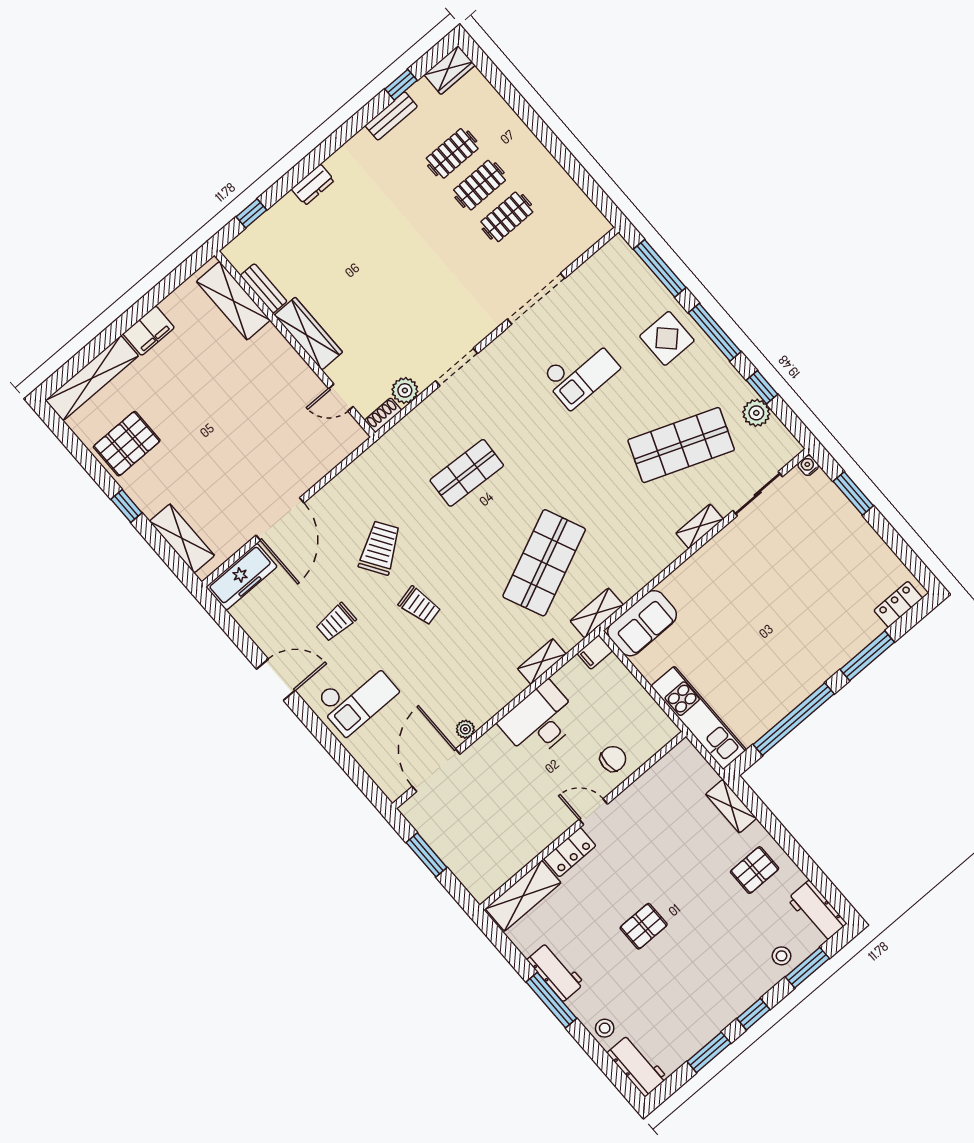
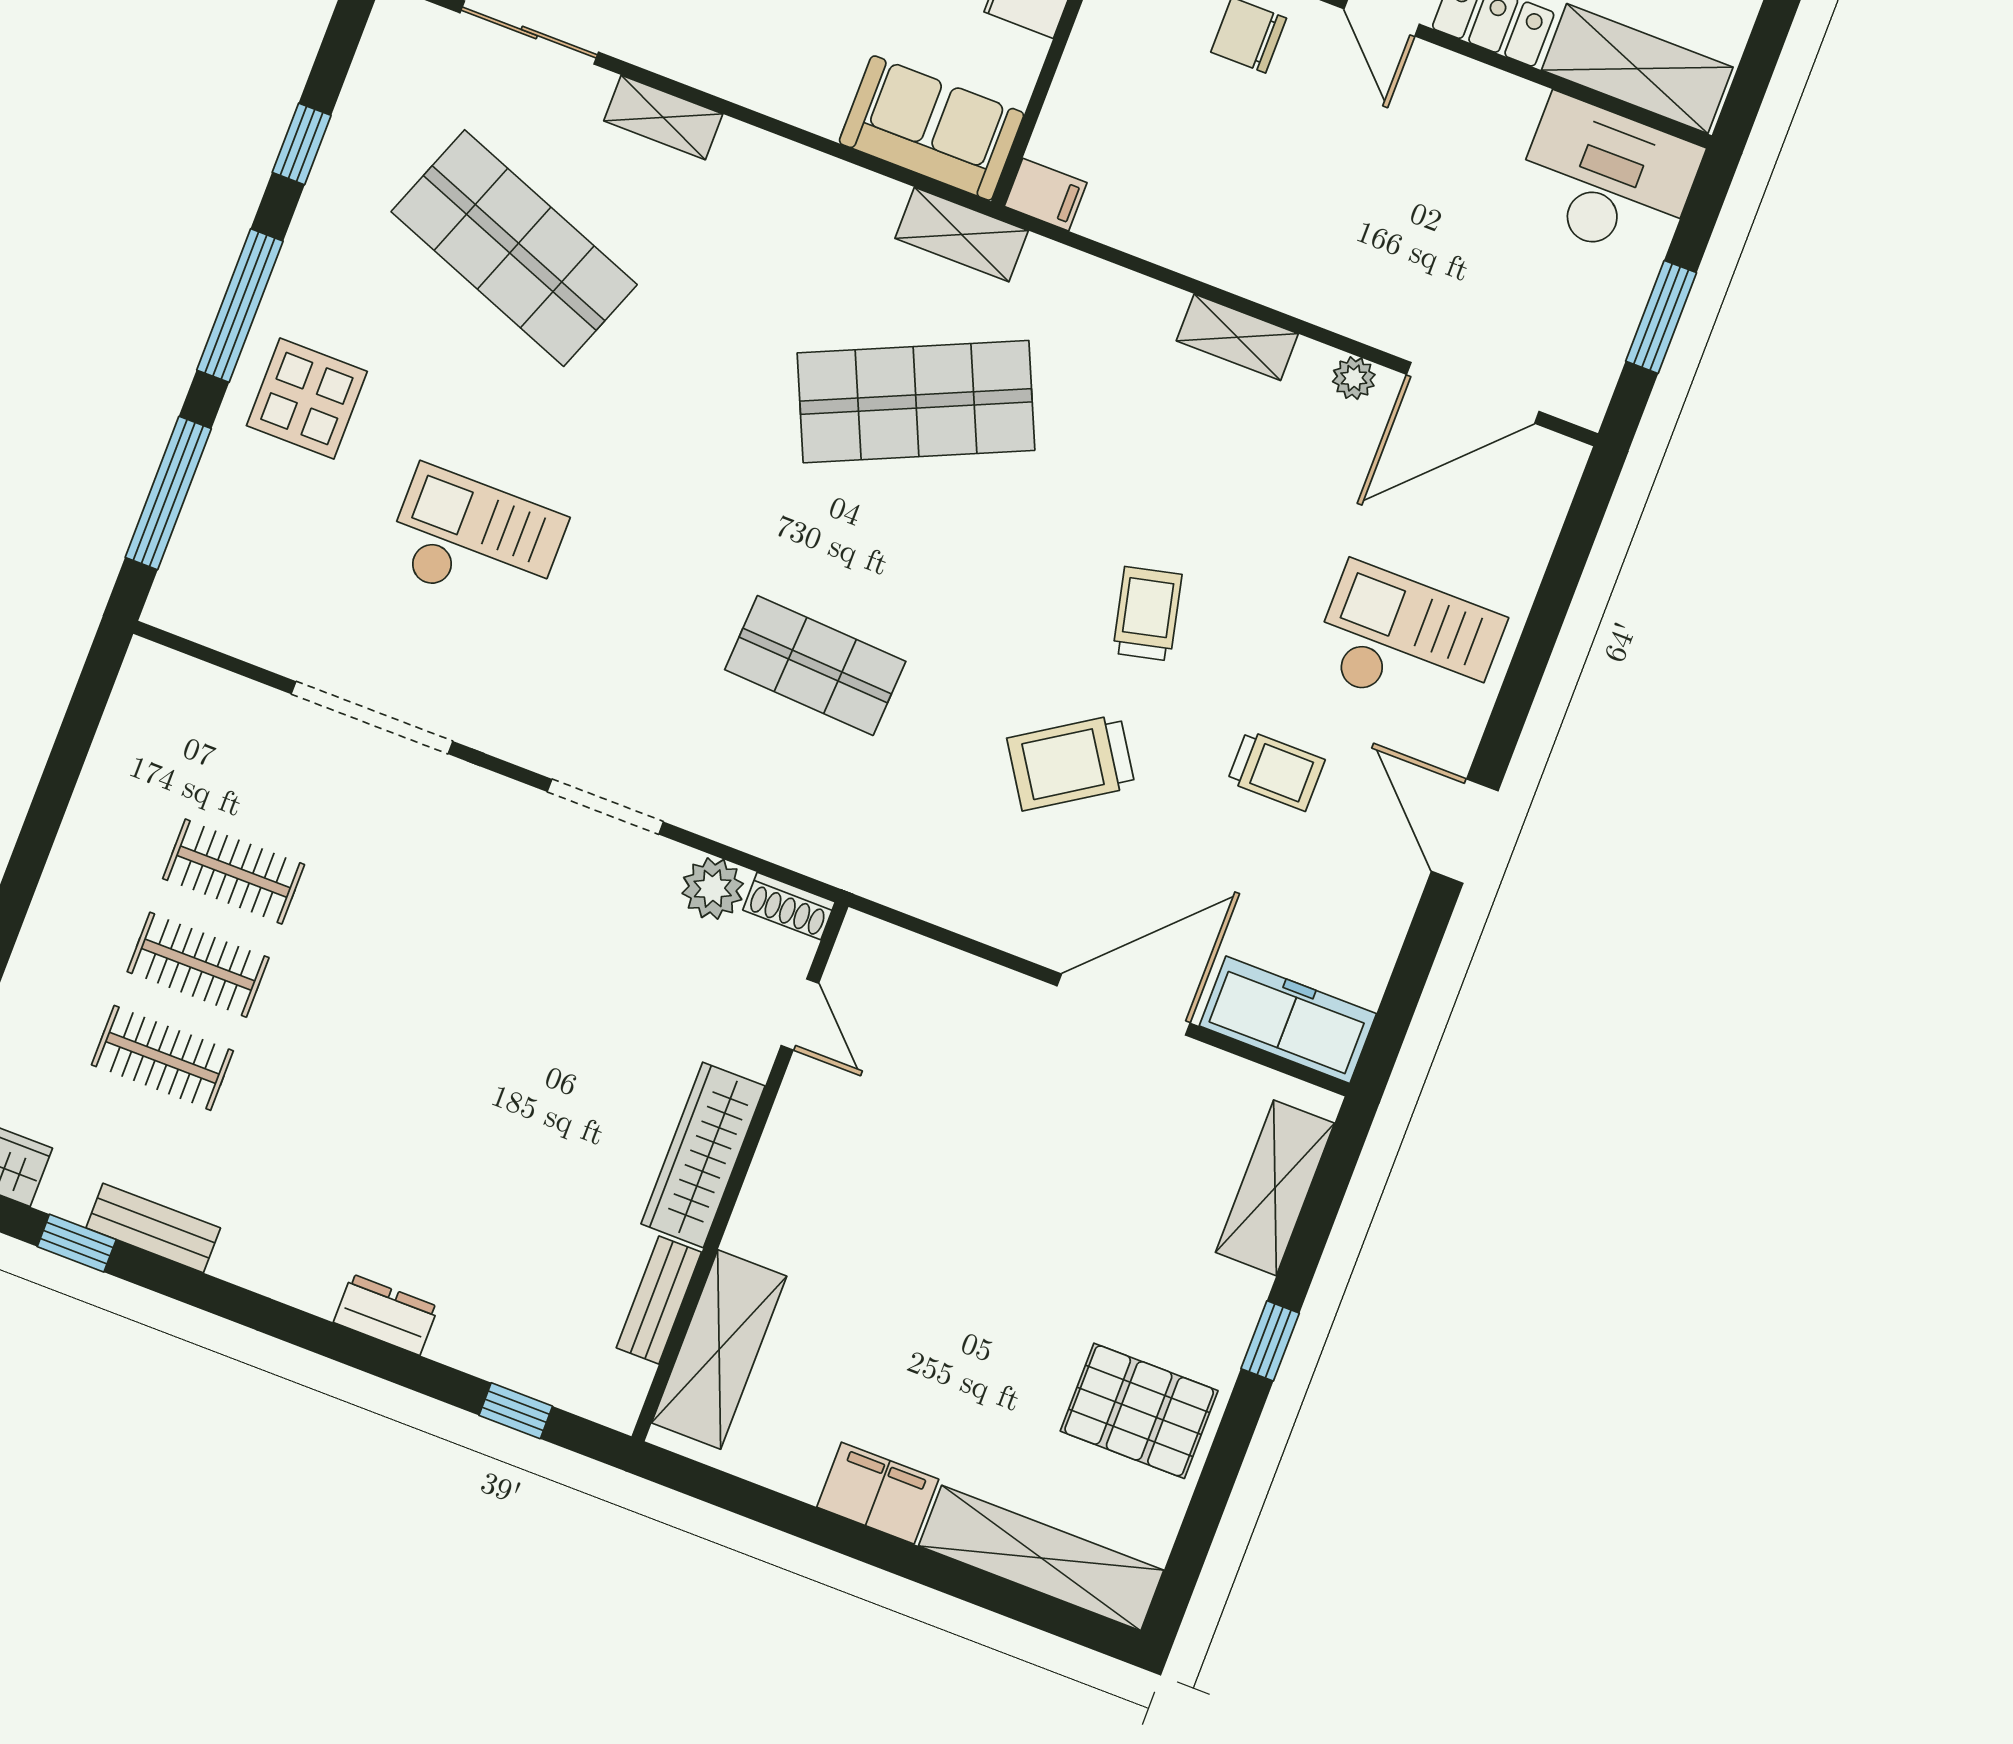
plant: (756, 413) -> (362, 127), removed
shelving: (542, 662) -> (1237, 337), moved
desk: (540, 721) -> (1607, 179), moved, turned 180

